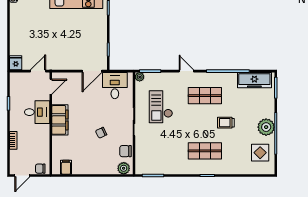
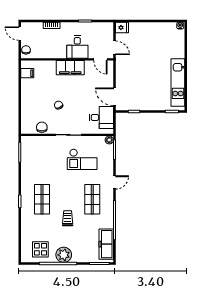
checkout: (161, 107) -> (82, 159), turned 180
plant: (124, 168) -> (26, 125), removed

